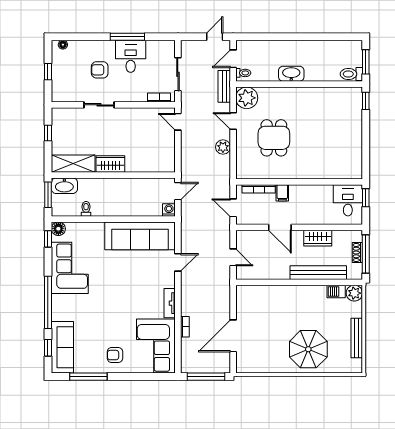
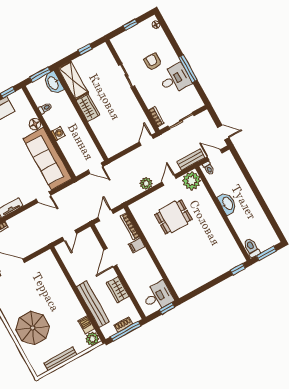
washing machine: (169, 210) -> (58, 133), moved
floor lamp: (58, 229) -> (35, 124), moved

